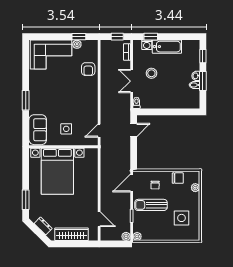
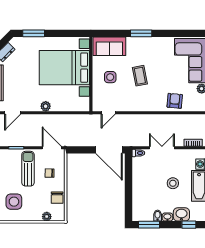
washbasin: (193, 63) -> (181, 214), added
armchair: (88, 69) -> (175, 101), turned 95
stool: (151, 73) -> (173, 183), moved
window: (203, 81) -> (149, 225), moved
coffee table: (65, 101) -> (140, 76), added
door: (134, 130) -> (109, 150), width x1.87
door: (99, 131) -> (108, 113), swing flipped
plant: (93, 189) -> (46, 106), added

